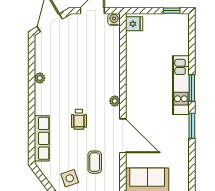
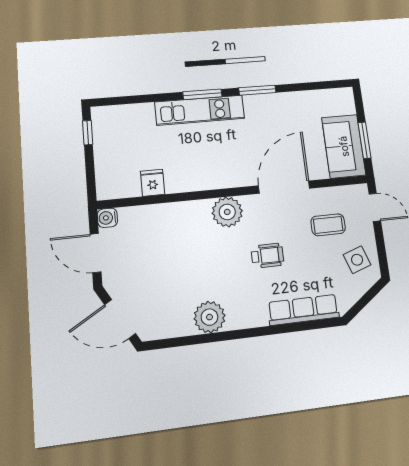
fridge: (134, 24) -> (153, 183), moved
plant: (40, 78) -> (209, 317), width x1.88, depth x1.88
plant: (115, 101) -> (227, 212), width x1.87, depth x1.87

